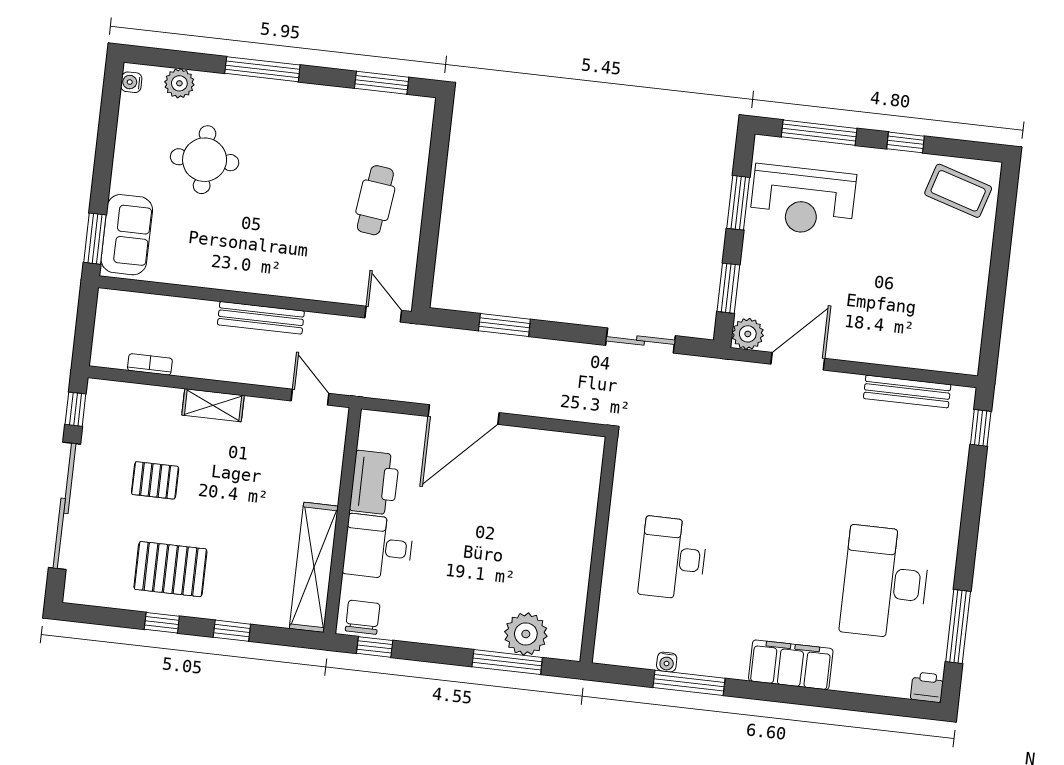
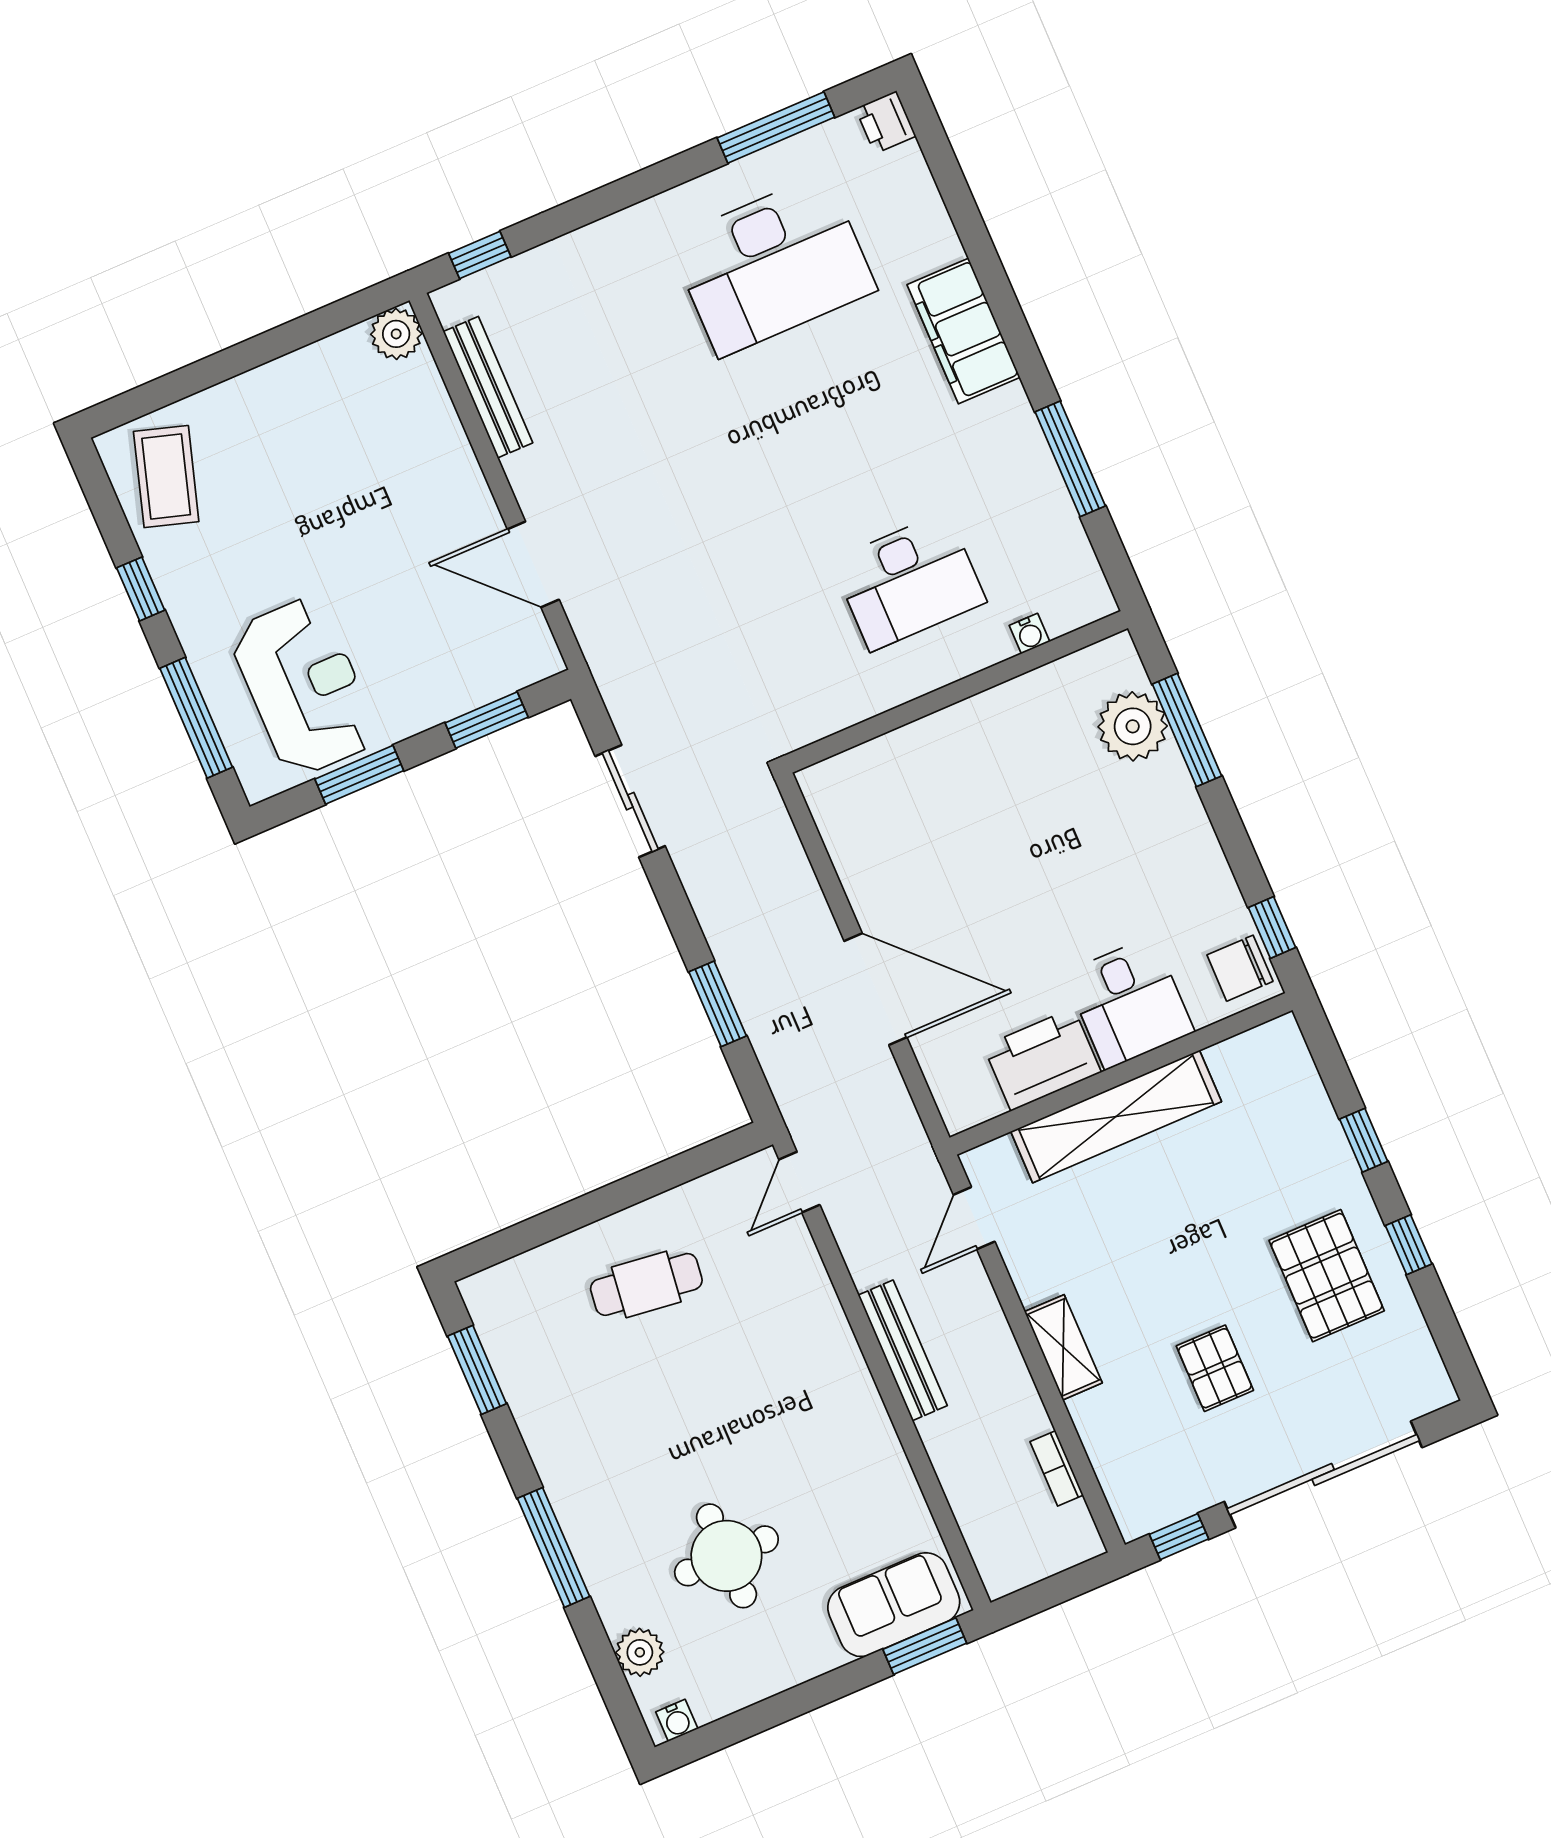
plant: (748, 334) -> (396, 334), moved
shelving: (314, 567) -> (1116, 1117), moved
water cooler: (667, 662) -> (1029, 634), moved, turned 90

